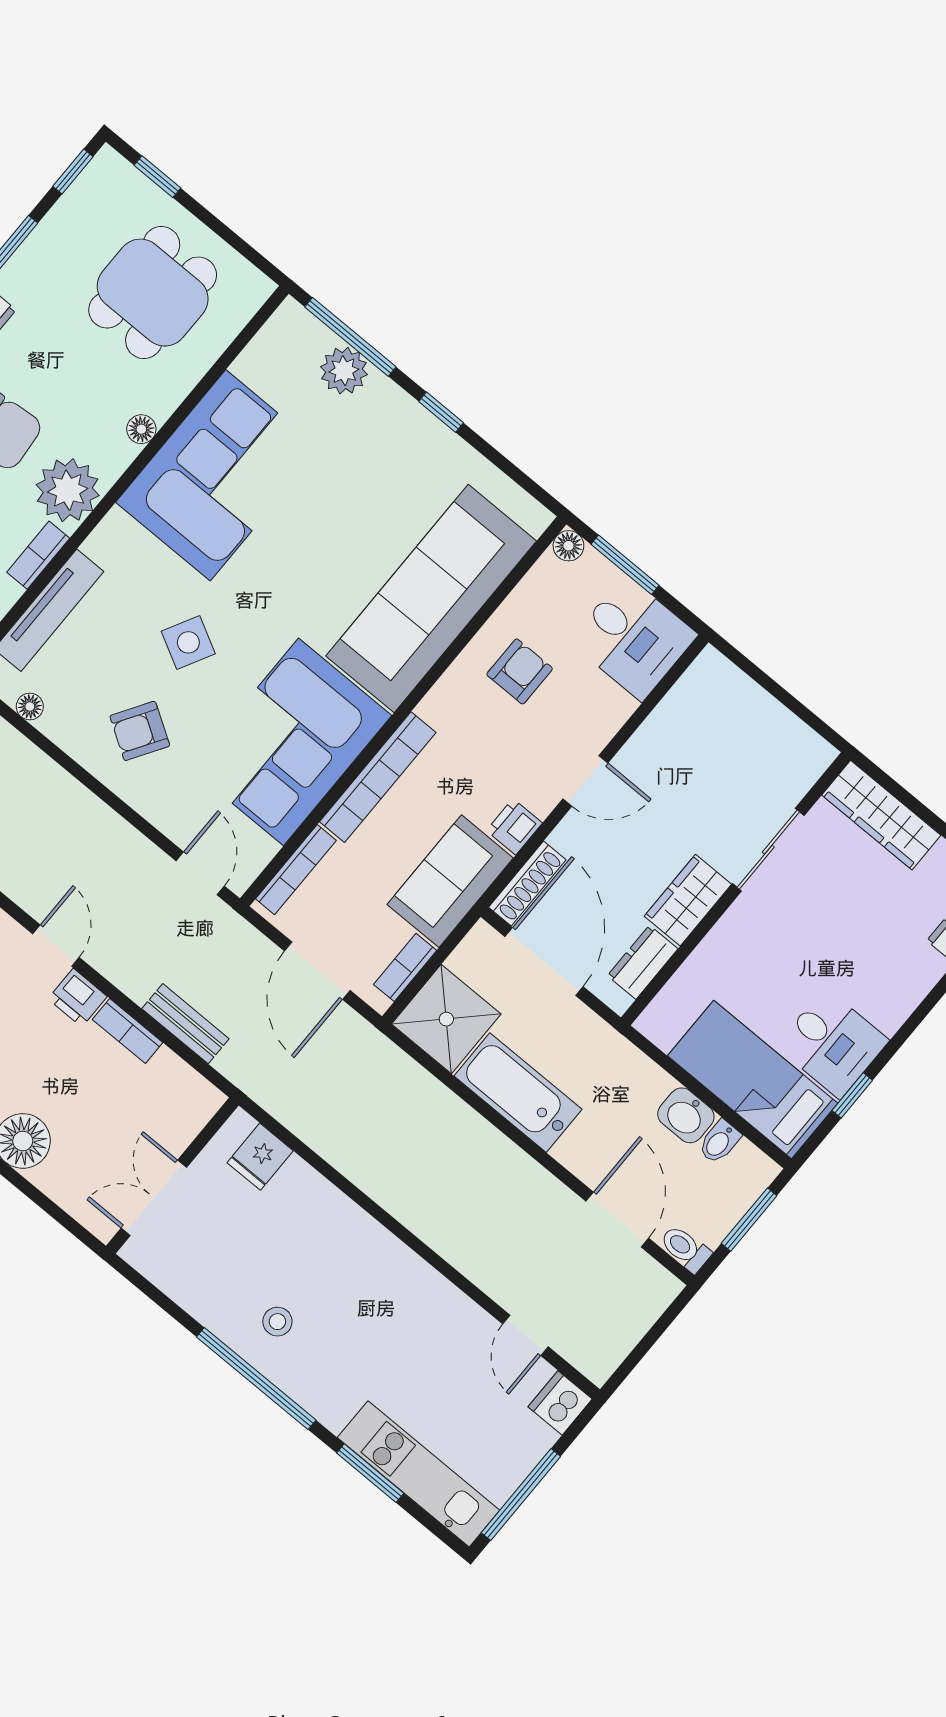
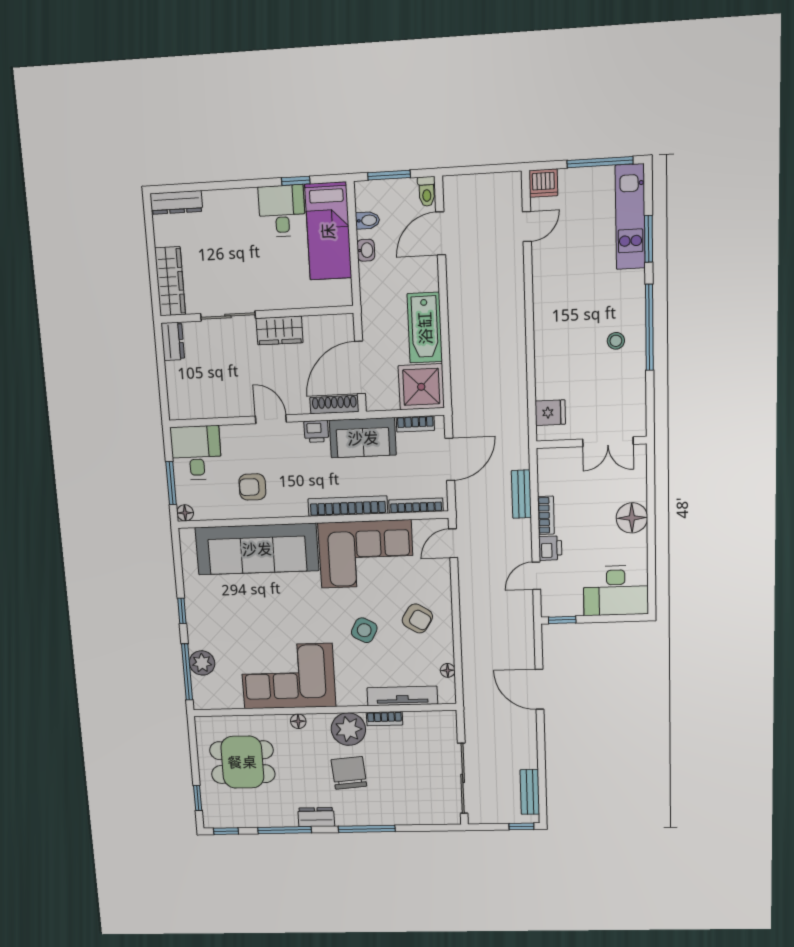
dresser: (643, 962) -> (173, 341), moved, turned -90
washbasin: (686, 1115) -> (366, 250), width x0.72, depth x0.69

